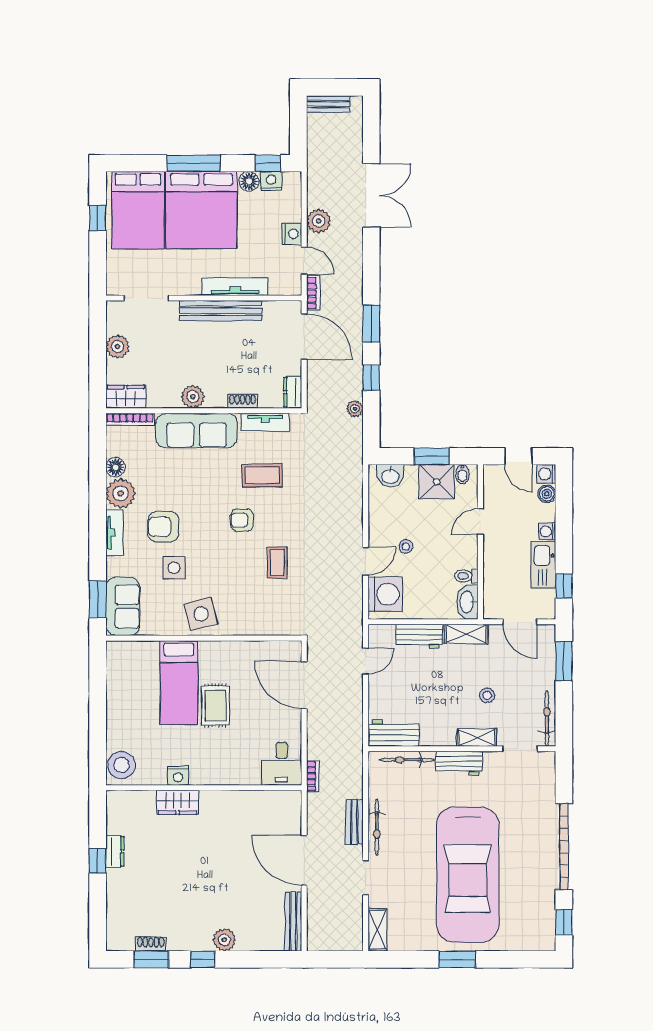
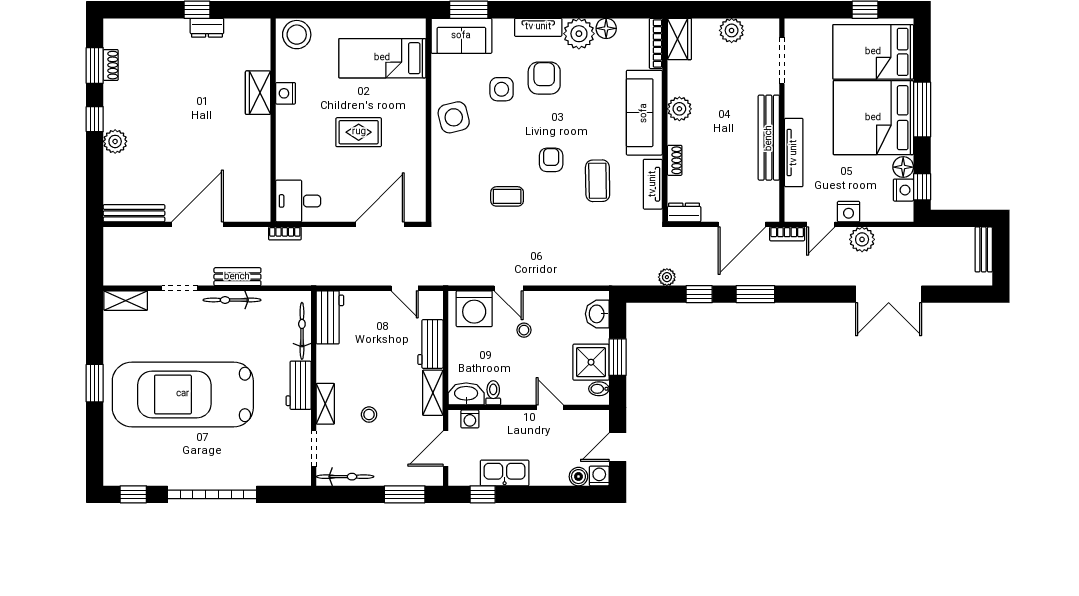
washing machine: (547, 531) -> (470, 419), moved, turned 180
bed: (179, 682) -> (382, 58), moved

